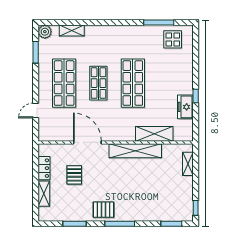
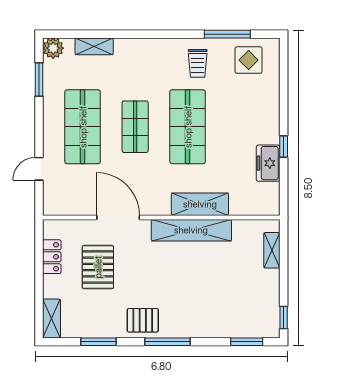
trolley: (139, 42) -> (198, 63), added
shelving: (154, 134) -> (200, 204), moved
pallet: (74, 175) -> (98, 267), width x1.50, depth x1.42
shelving: (44, 194) -> (51, 318), moved

